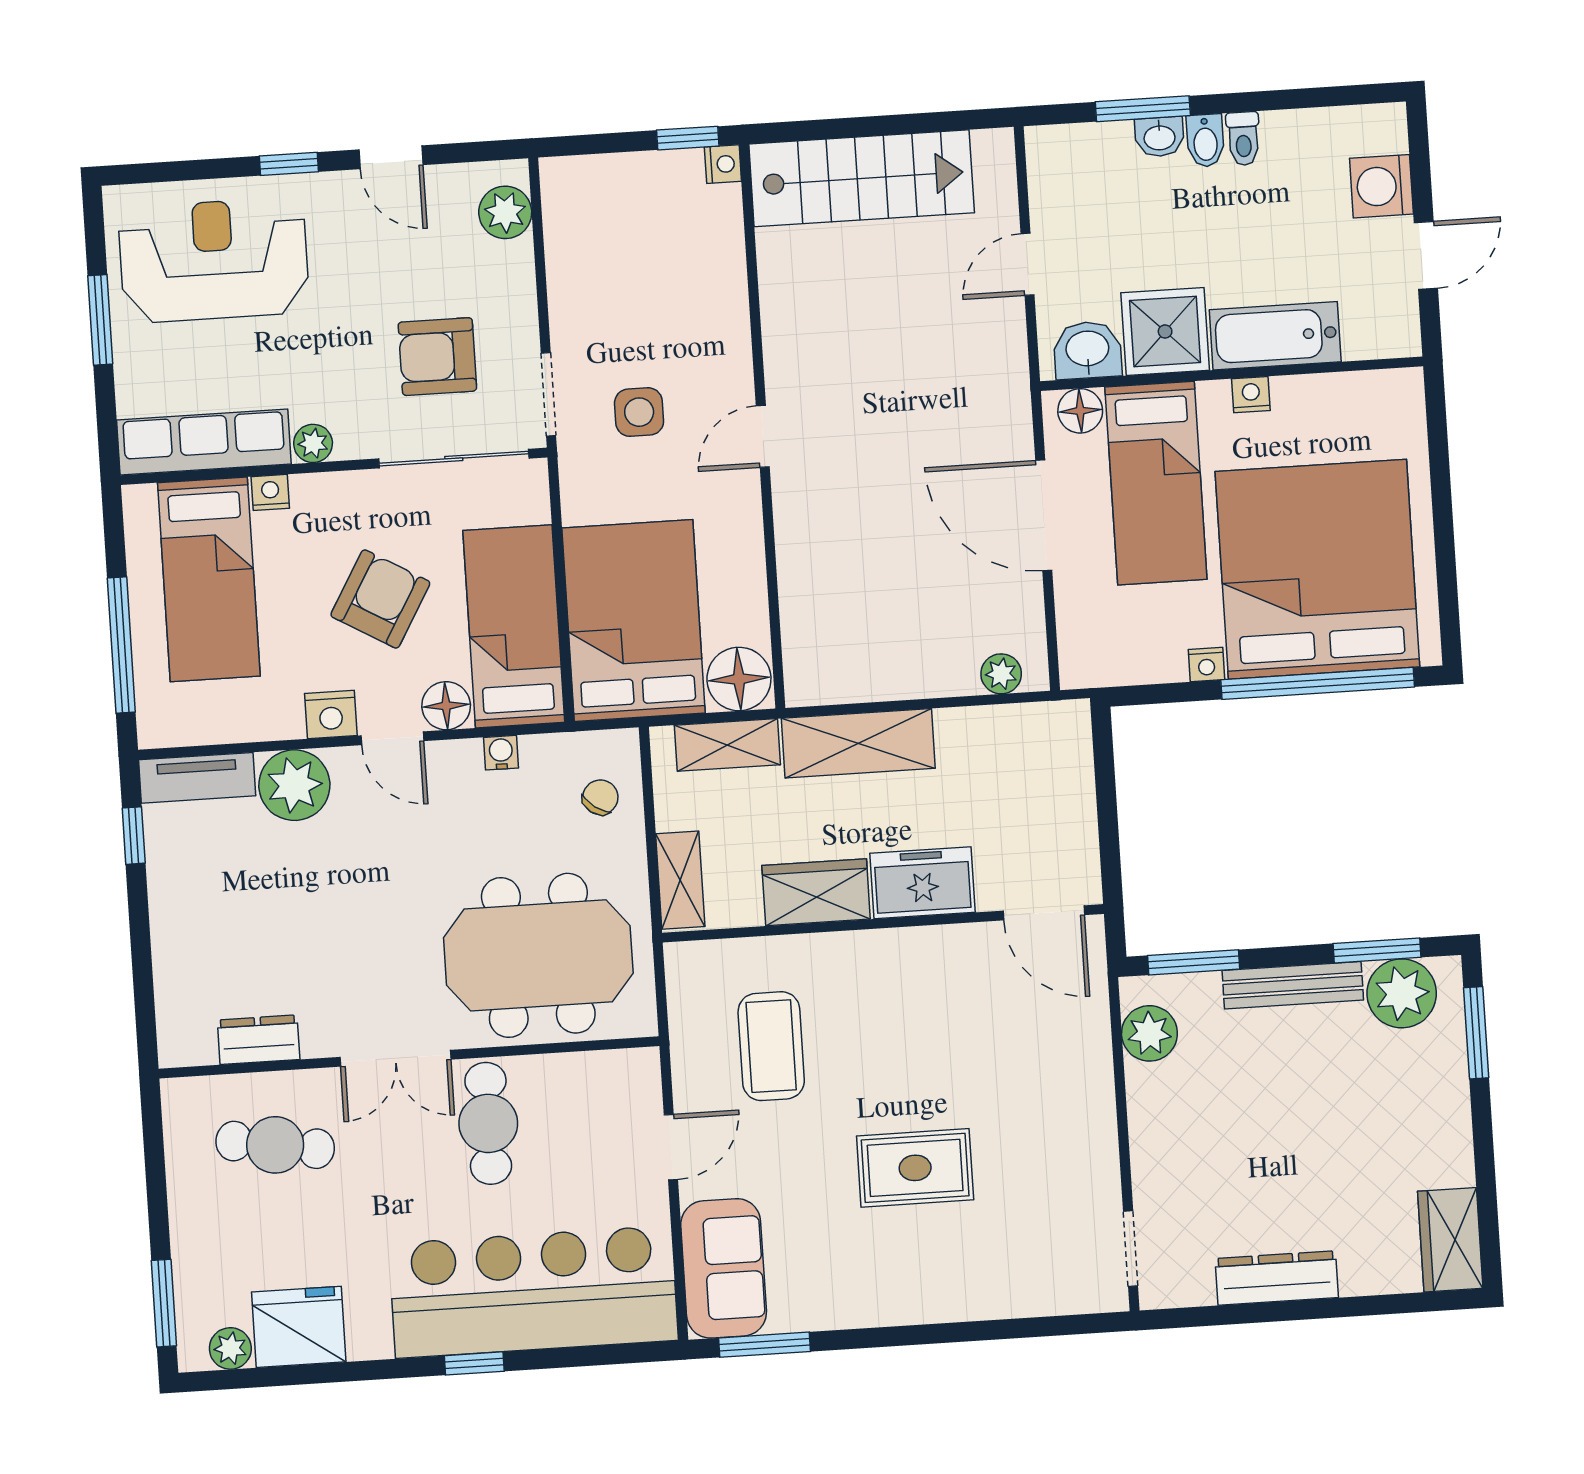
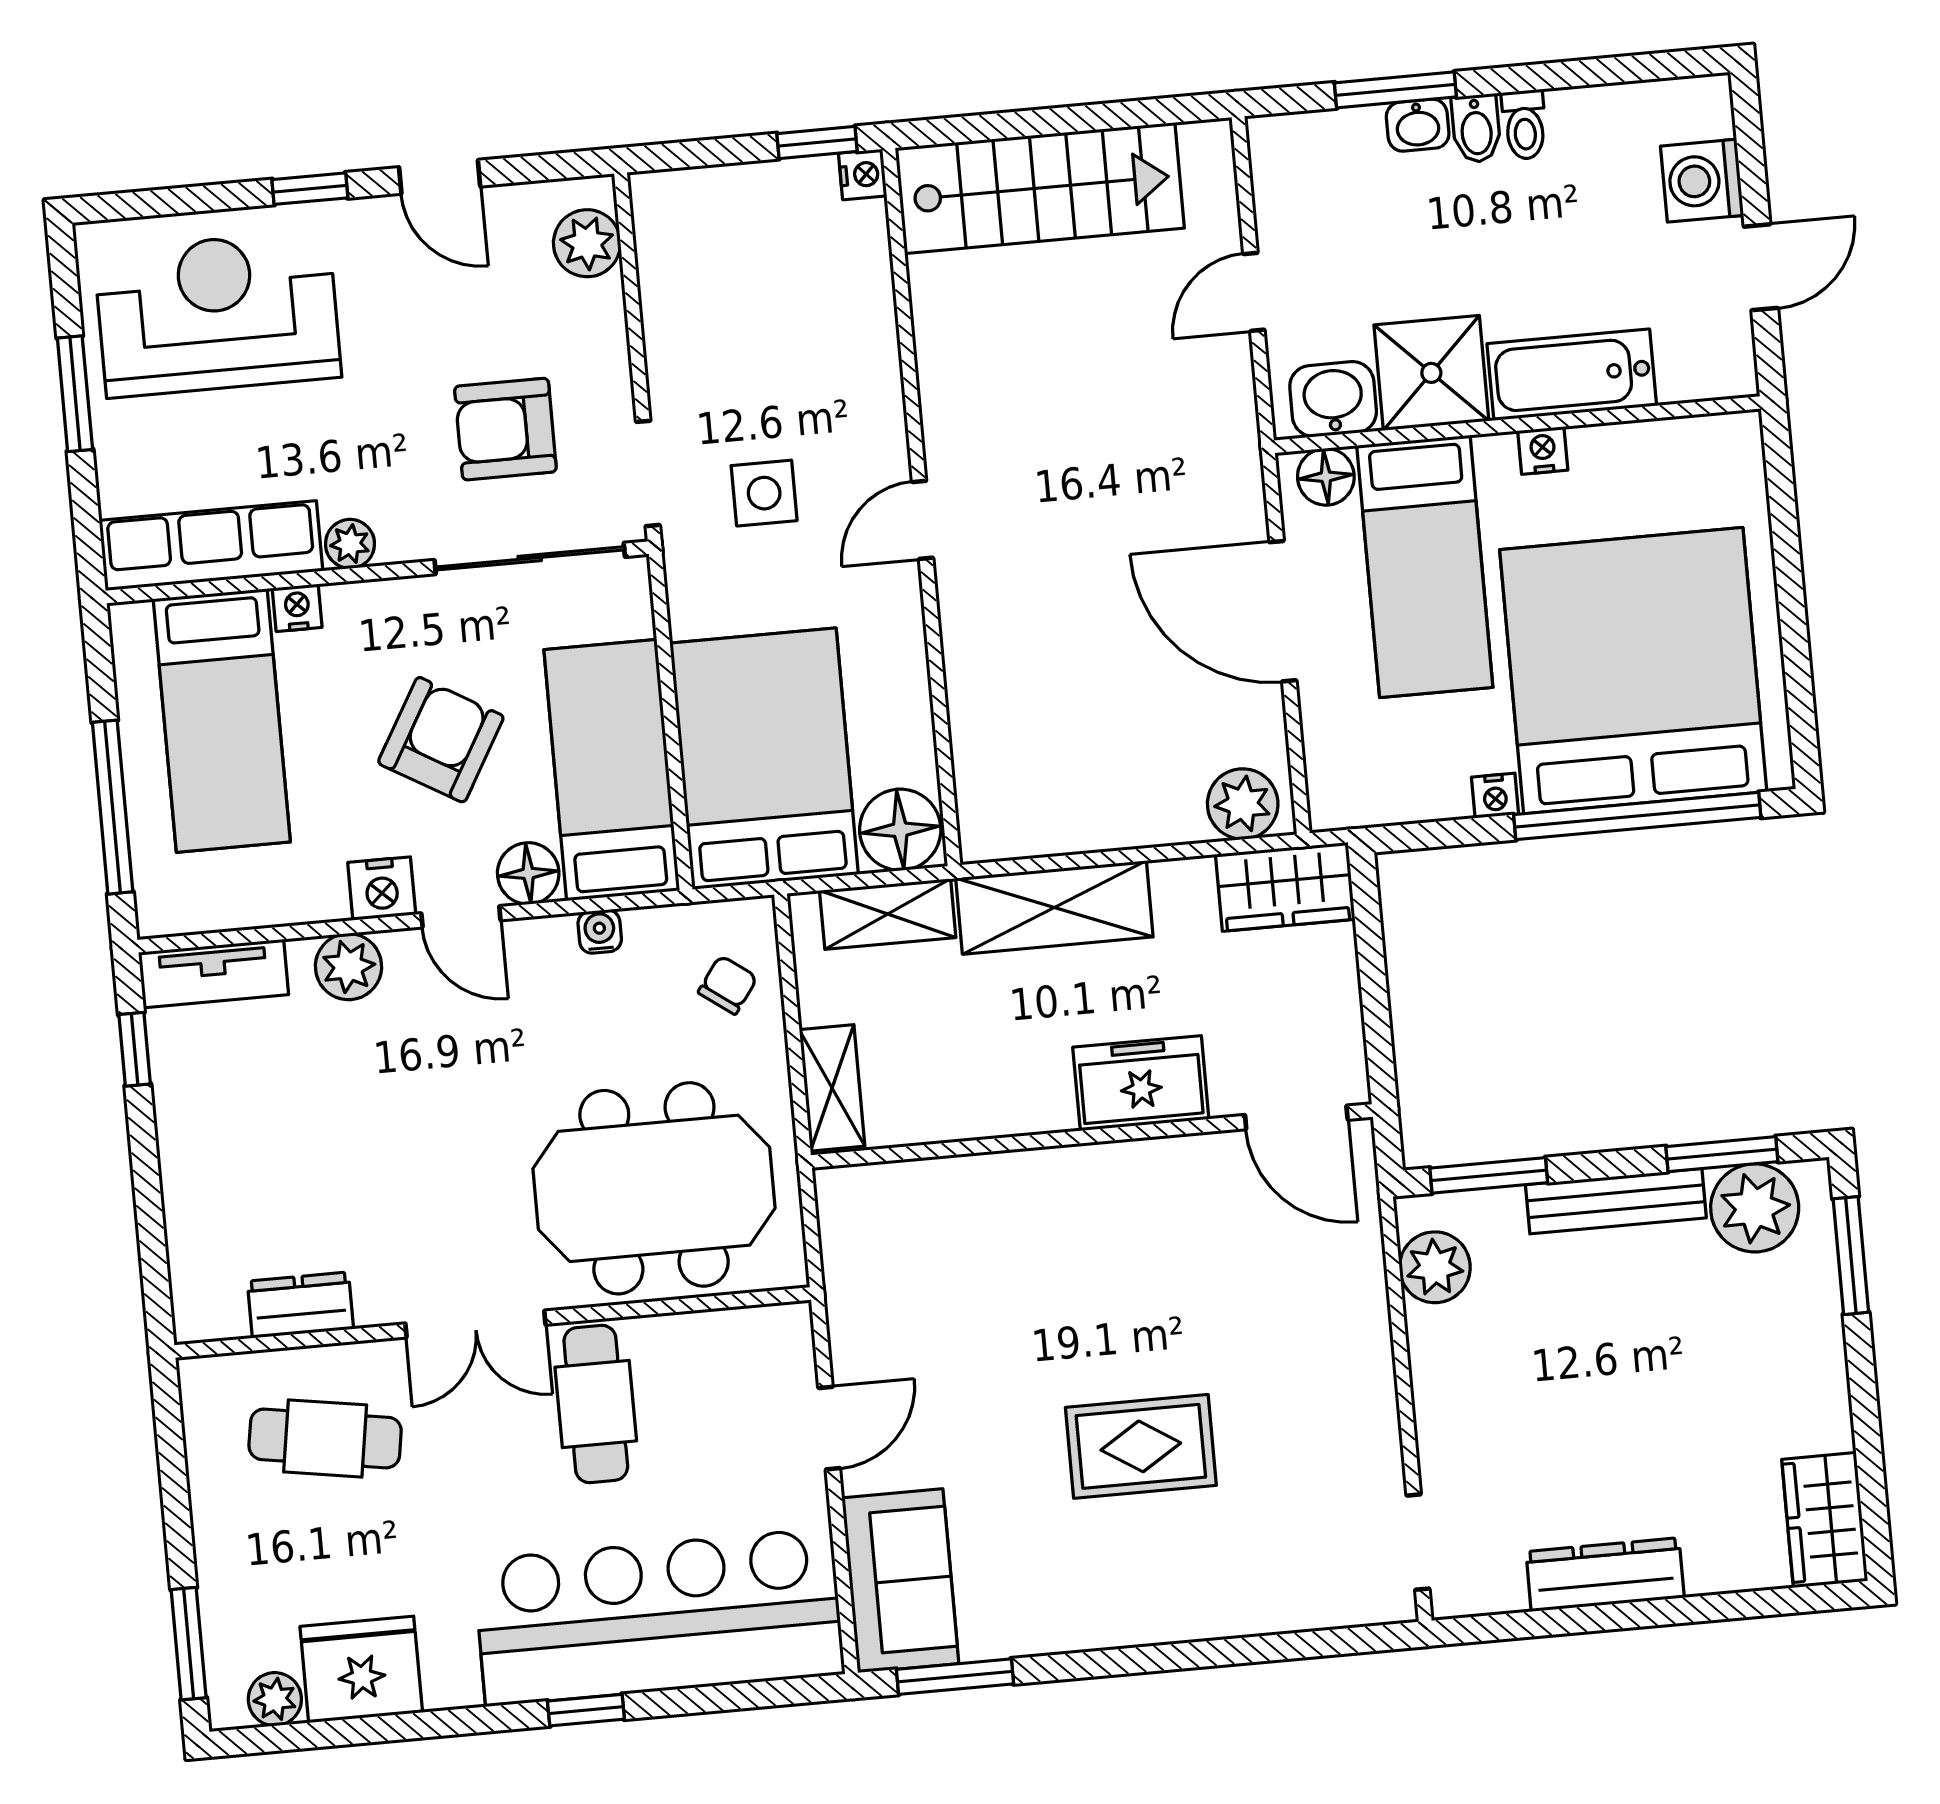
plant: (1001, 674) -> (1243, 804), width x1.38, depth x1.38
plant: (294, 785) -> (348, 967), width x0.73, depth x0.73
wardrobe: (816, 892) -> (1285, 887), moved, turned 180
coffee table: (771, 1046) -> (954, 1296), removed

